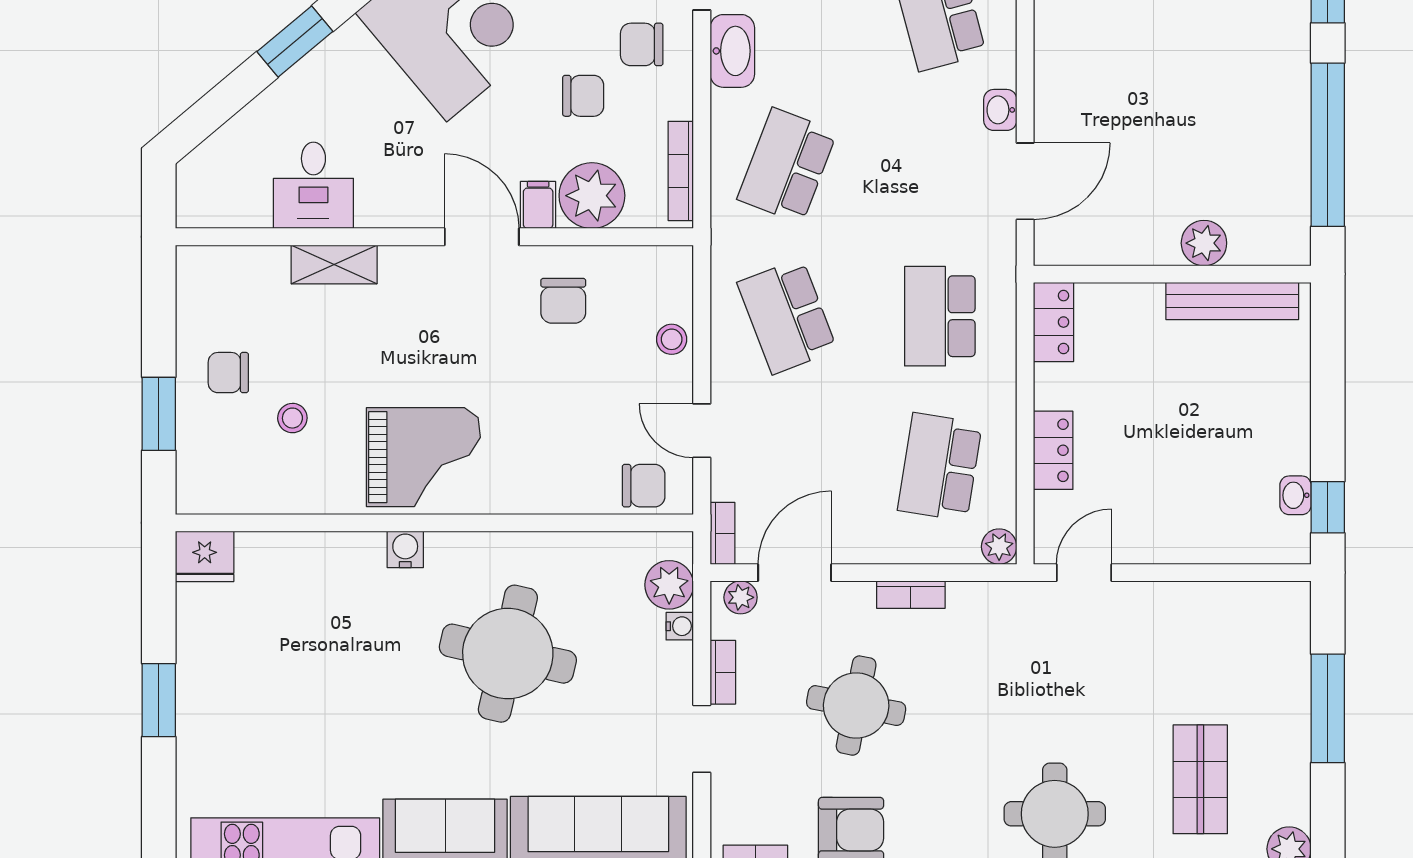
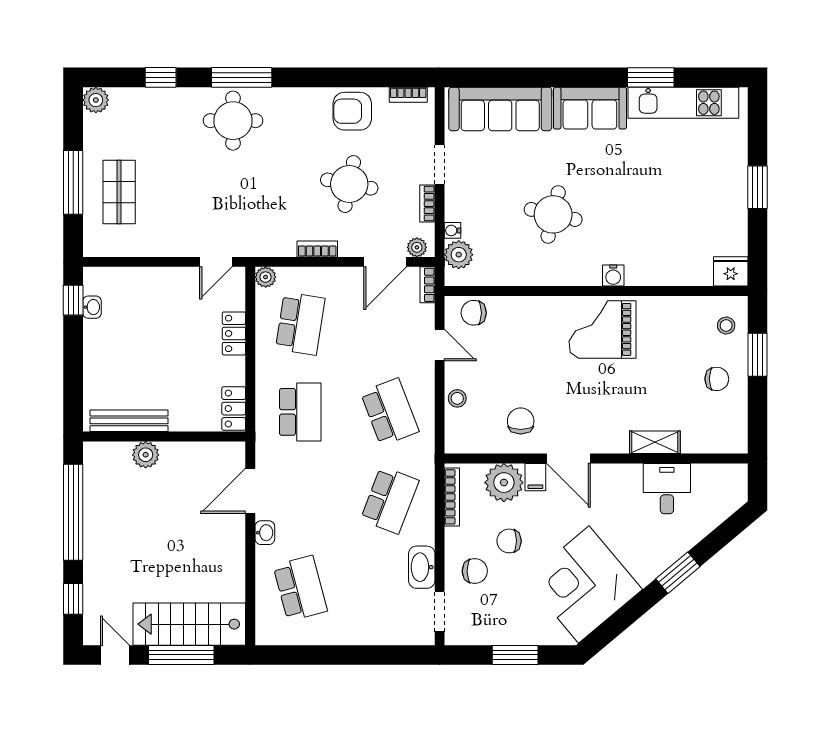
stool: (292, 418) -> (726, 325), moved
round table: (508, 654) -> (553, 214), width x0.73, depth x0.73
shop shelf: (1200, 779) -> (119, 192), moved

